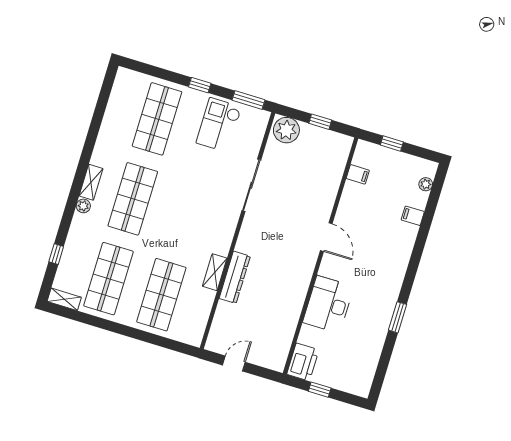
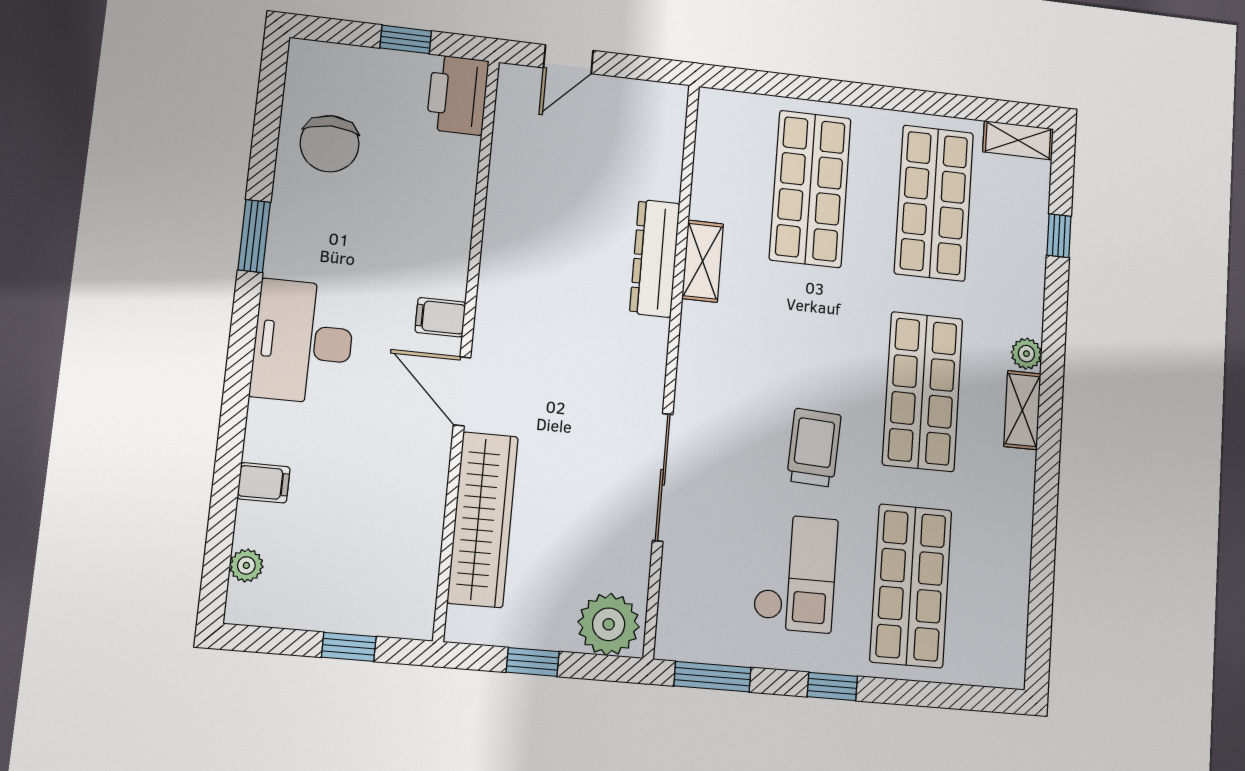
checkout: (219, 125) -> (796, 573), moved
filing cabinet: (358, 174) -> (440, 317), moved
wardrobe: (329, 183) -> (483, 519), added
trolley: (185, 185) -> (814, 448), added
desk: (328, 304) -> (303, 342), moved, turned 180
chair: (360, 351) -> (330, 144), added
door: (234, 364) -> (568, 59), moved

